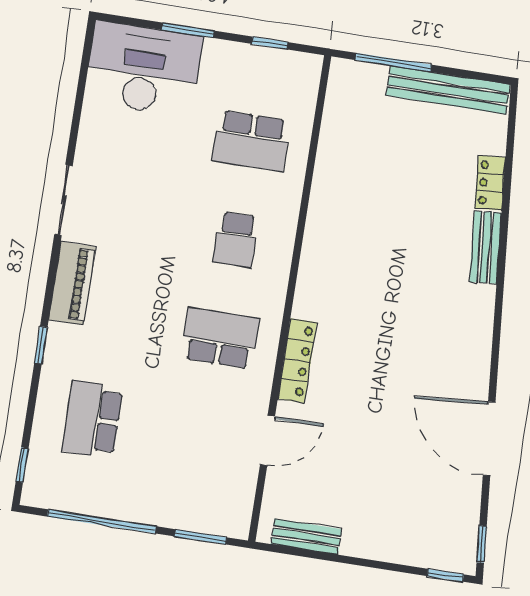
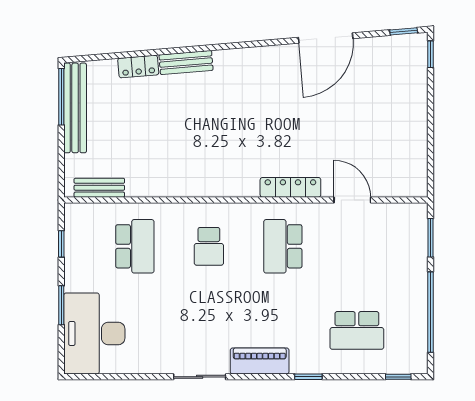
window: (393, 62) -> (61, 97), moved
school desk: (236, 239) -> (209, 246), turned 90
bench: (306, 537) -> (99, 188), moved, turned 90

